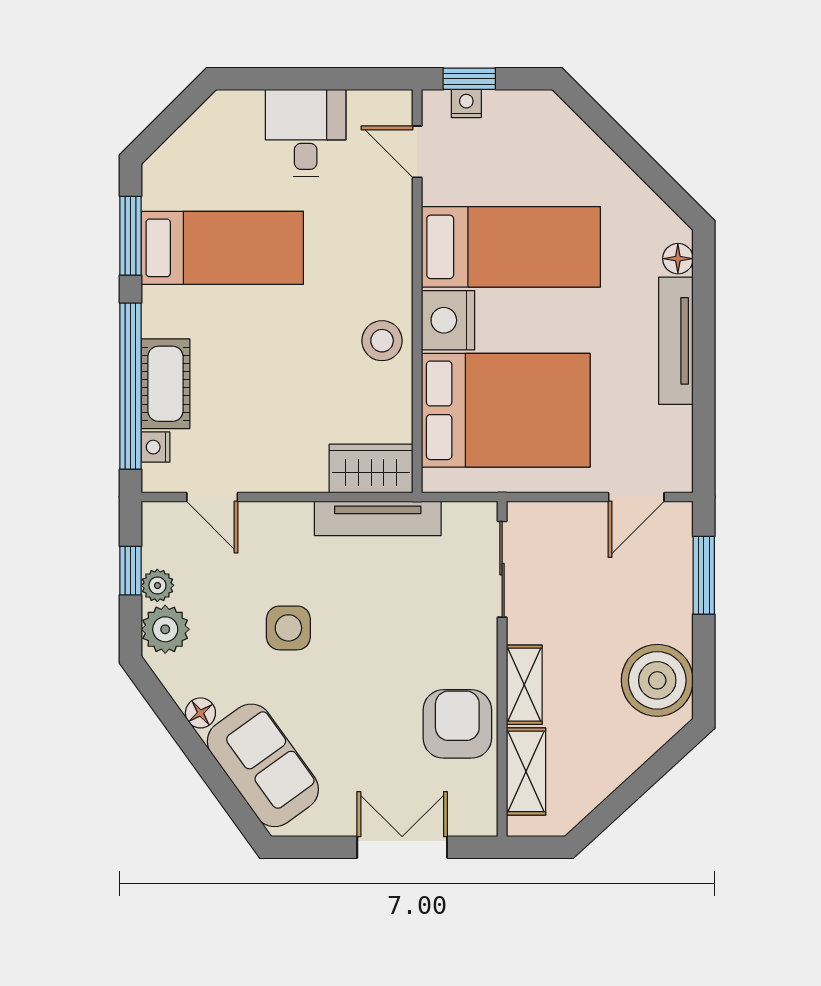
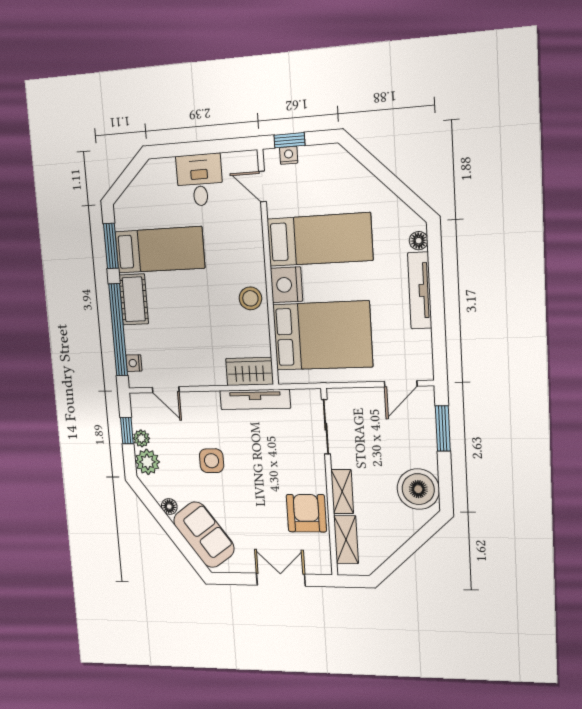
cot: (165, 384) -> (134, 299), moved

